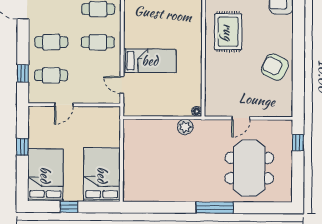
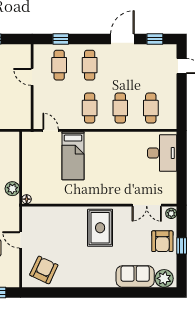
rug: (228, 32) -> (100, 228), turned 90
armchair: (275, 67) -> (44, 270), moved
door: (122, 85) -> (51, 130), hinge flipped

